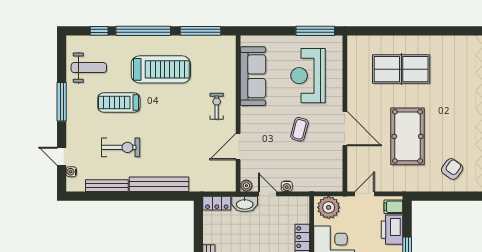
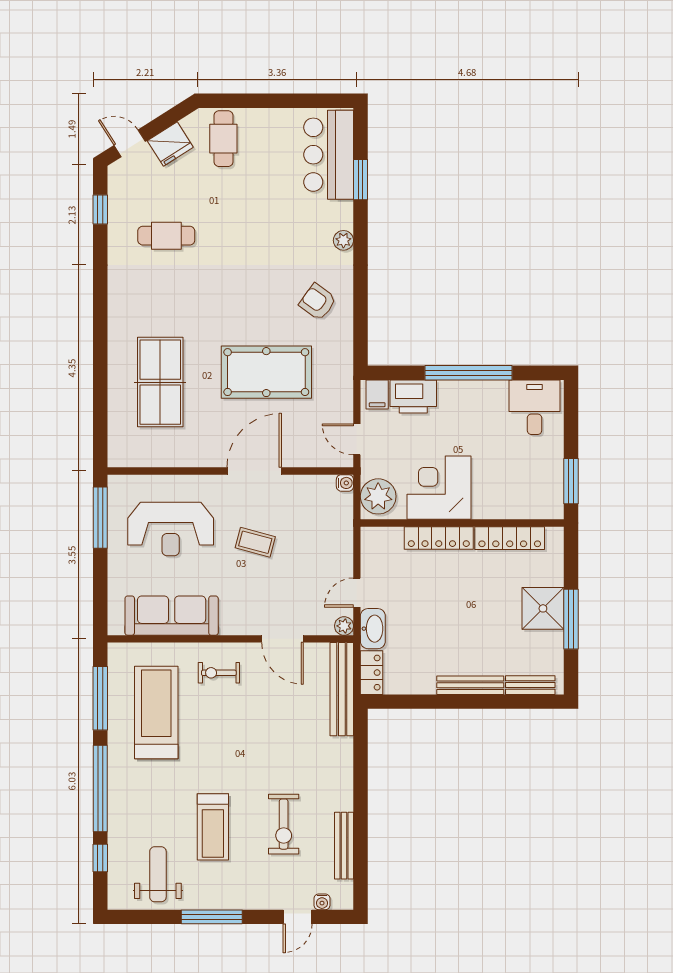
treadmill: (161, 69) -> (156, 713), moved
exercise bike: (121, 147) -> (284, 824), turned 180
bench: (159, 184) -> (342, 689), moved
water cooler: (287, 186) -> (345, 483), moved

